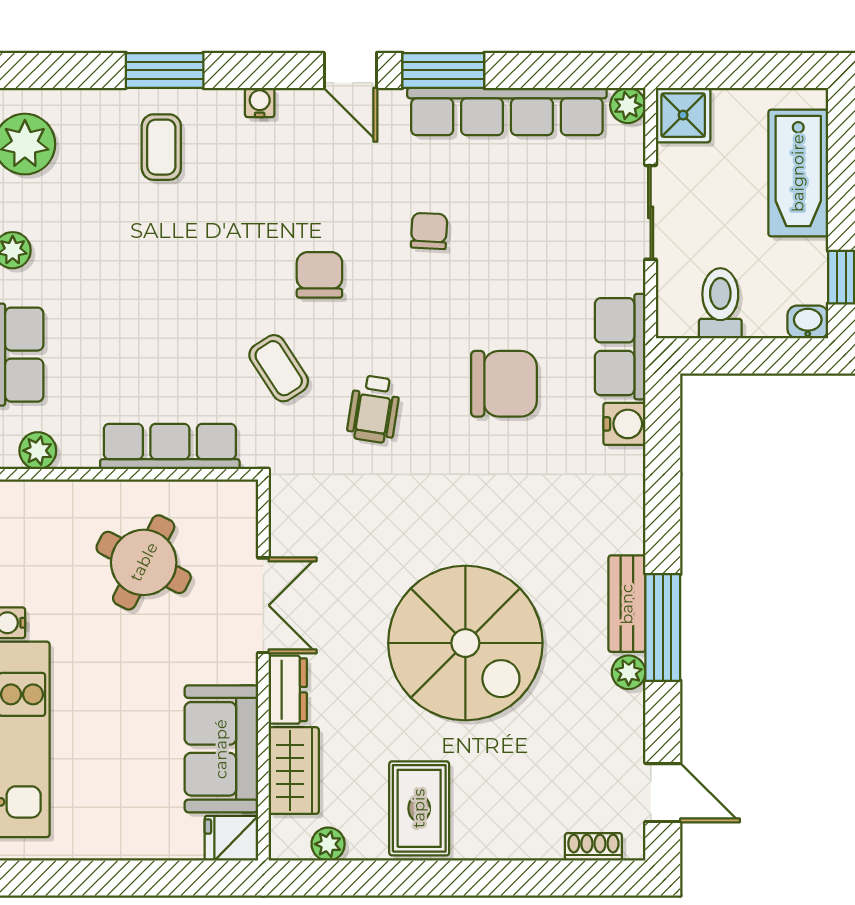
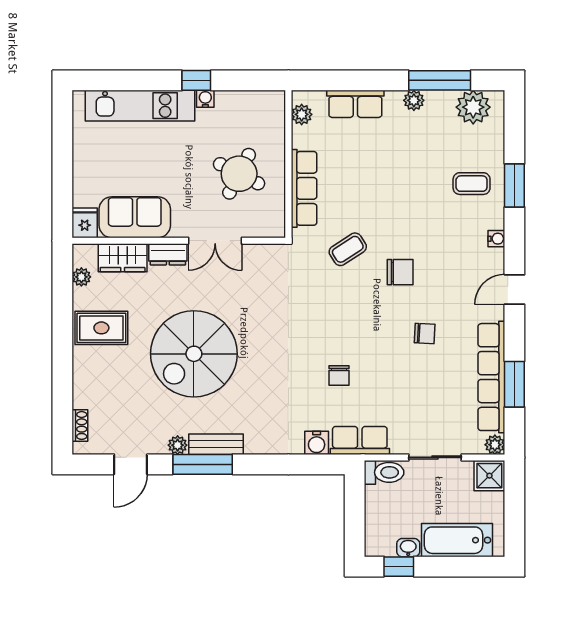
window: (443, 70) -> (514, 384), moved
toilet: (720, 303) -> (384, 472), moved
washbasin: (808, 322) -> (408, 548), moved, turned -90
chair: (504, 384) -> (339, 375), width x0.54, depth x0.54
wheelchair: (374, 409) -> (325, 303), removed
door: (663, 793) -> (131, 464), moved

